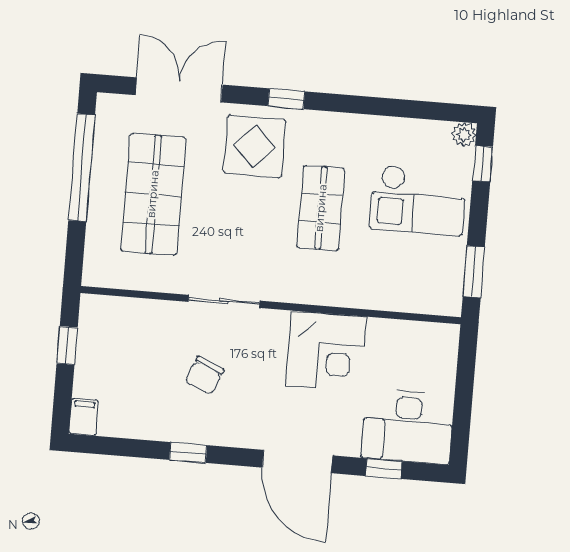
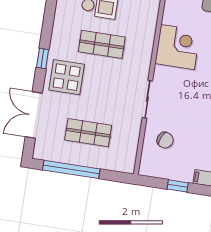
shop shelf: (153, 194) -> (88, 133), width x0.70, depth x0.74
window: (67, 345) -> (178, 186), moved
chair: (204, 376) -> (165, 140), moved

